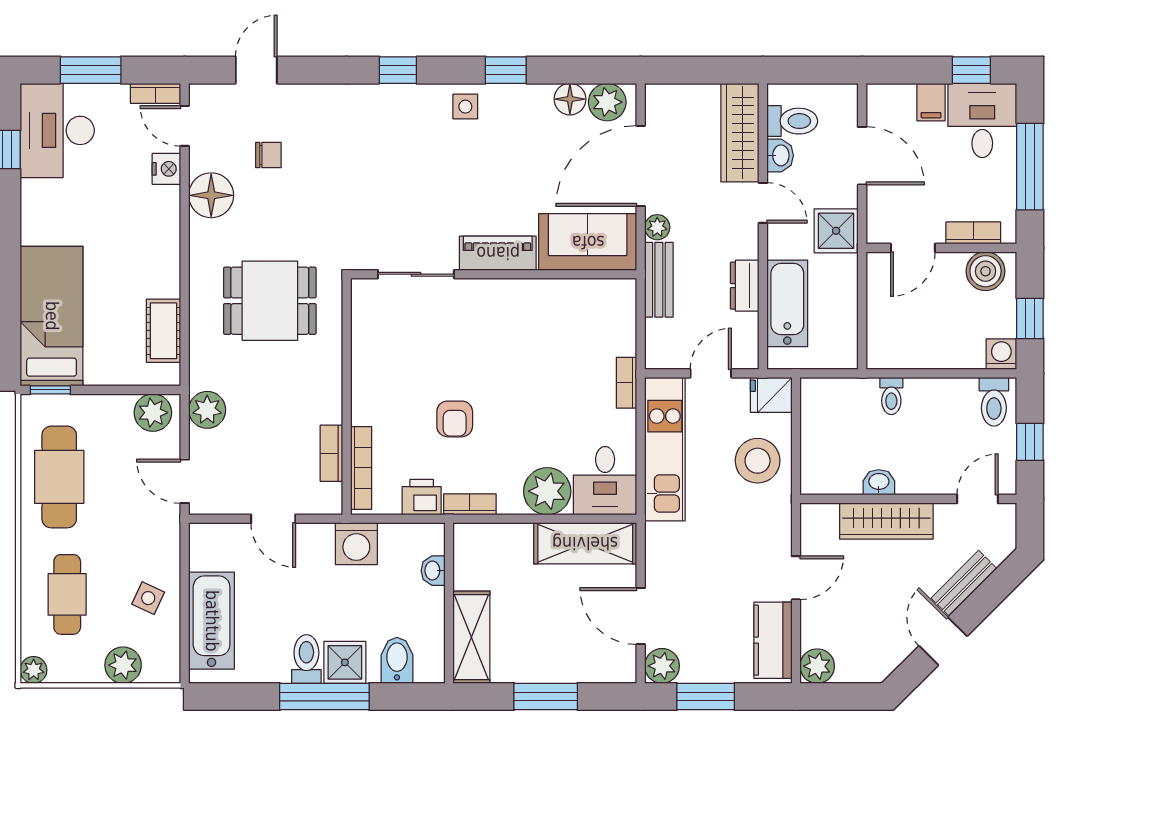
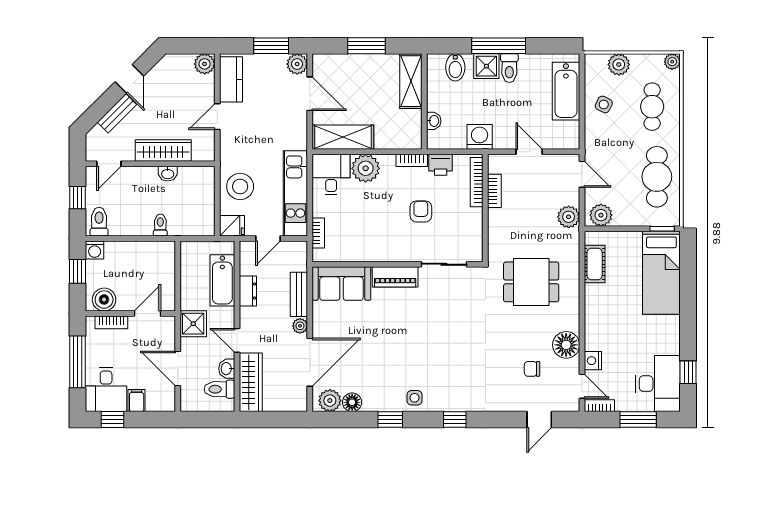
sofa: (588, 242) -> (341, 284), moved
piano: (498, 253) -> (395, 277), moved
sliding door: (416, 274) -> (444, 264), moved
wall: (494, 274) -> (398, 264), moved

